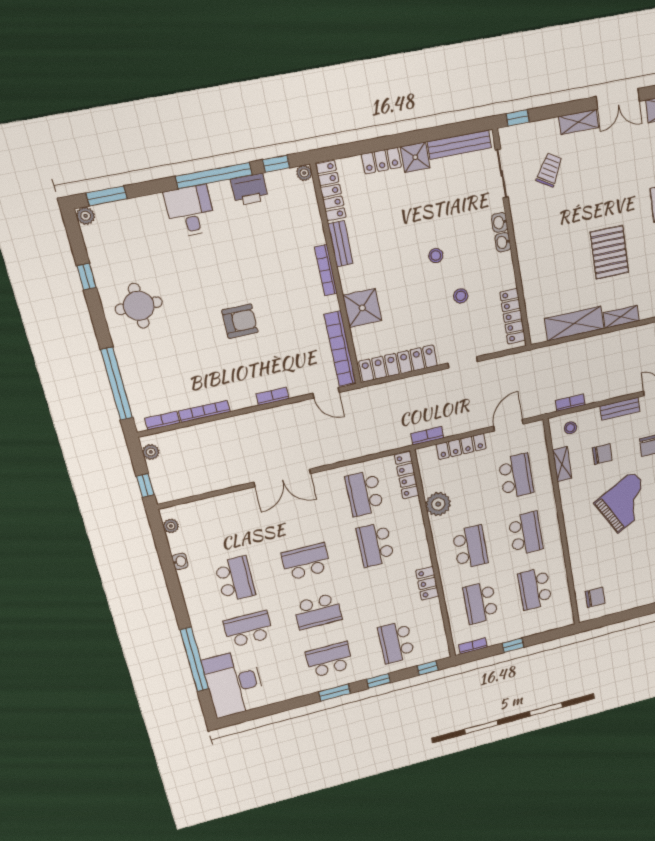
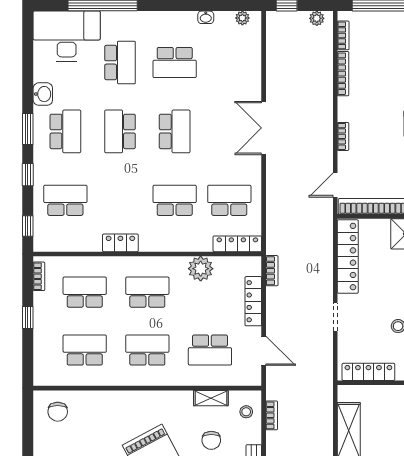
school desk: (526, 533) -> (147, 350), turned 180
school desk: (470, 547) -> (147, 292), turned 180
washbasin: (297, 689) -> (43, 94), added

